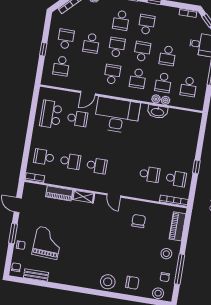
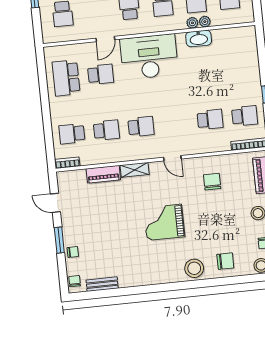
grand piano: (47, 243) -> (164, 222), moved, turned -93

